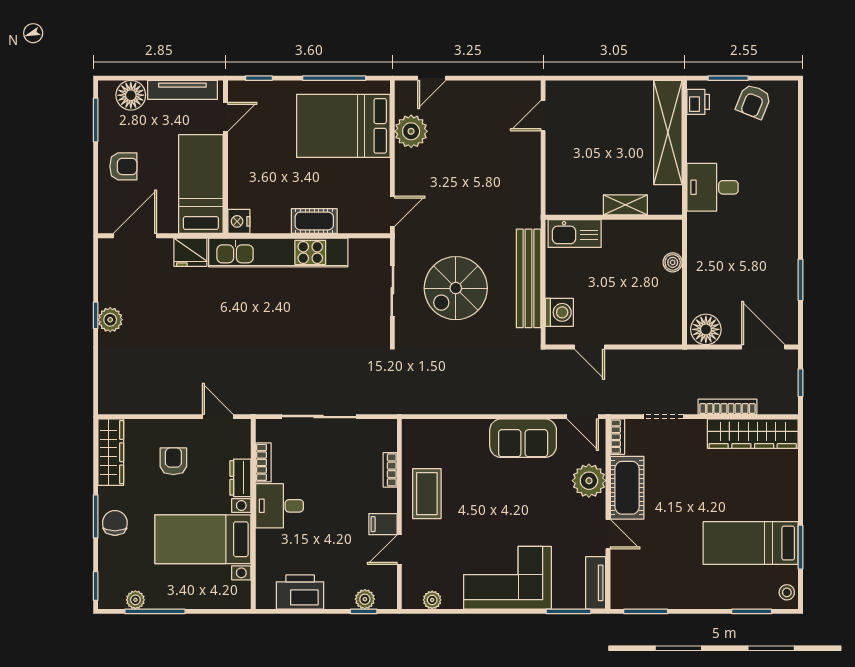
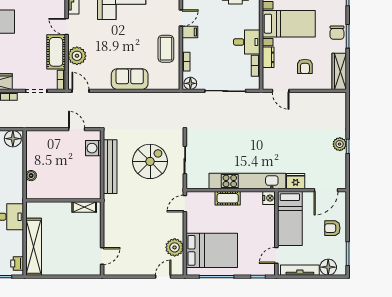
shelving: (625, 205) -> (84, 207), moved
kitchen sink: (575, 233) -> (85, 191), removed
floor lamp: (382, 430) -> (190, 83), added
sofa: (523, 438) -> (130, 79), moved

